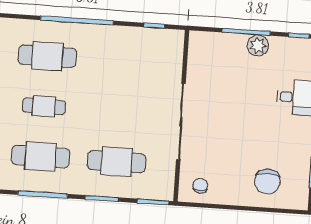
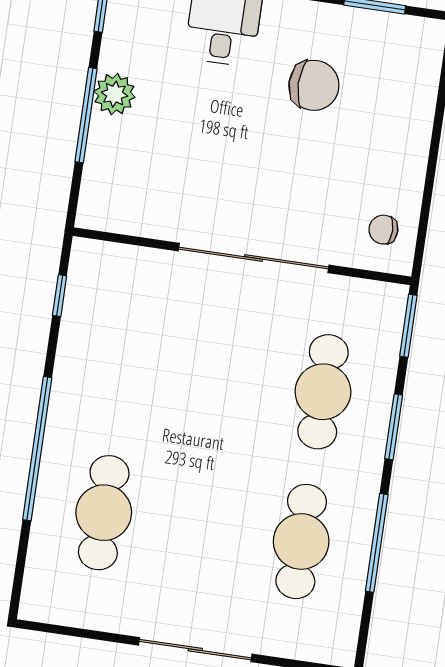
cafe table: (44, 106) -> (202, 527), removed
chair: (267, 181) -> (314, 85), moved

